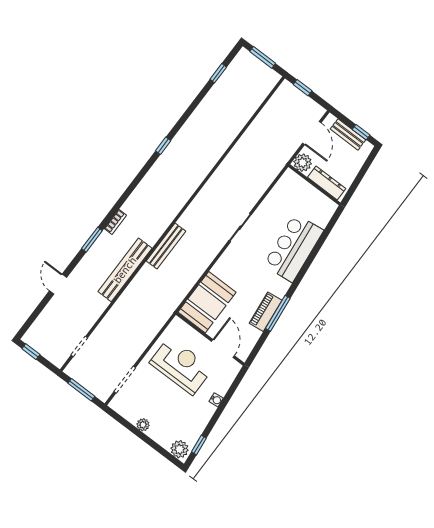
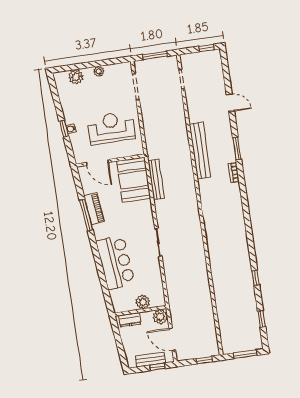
window: (361, 132) -> (158, 367), moved
window: (163, 146) -> (256, 278), moved
dresser: (327, 183) -> (130, 320), width x0.70
plant: (305, 190) -> (143, 302), added
bench: (166, 246) -> (156, 180), moved
reception desk: (181, 366) -> (111, 128), turned 180
window: (199, 445) -> (64, 129), moved
plant: (180, 449) -> (76, 77), moved

